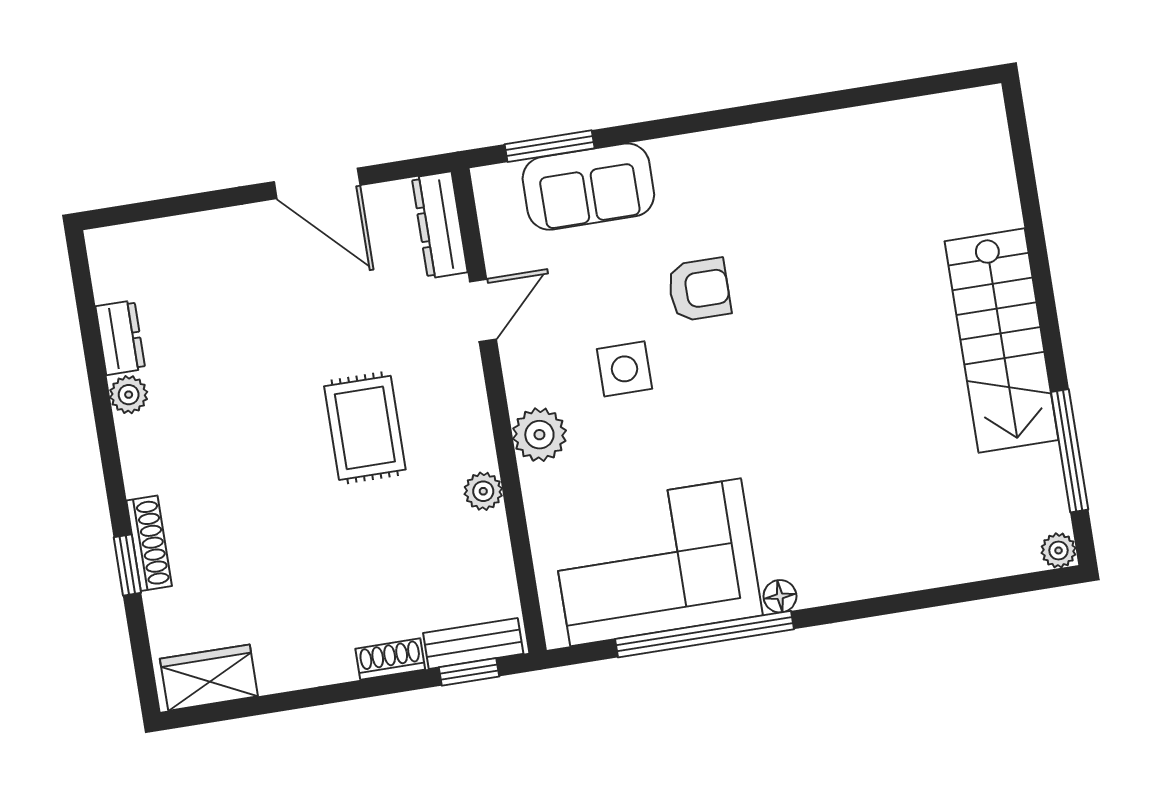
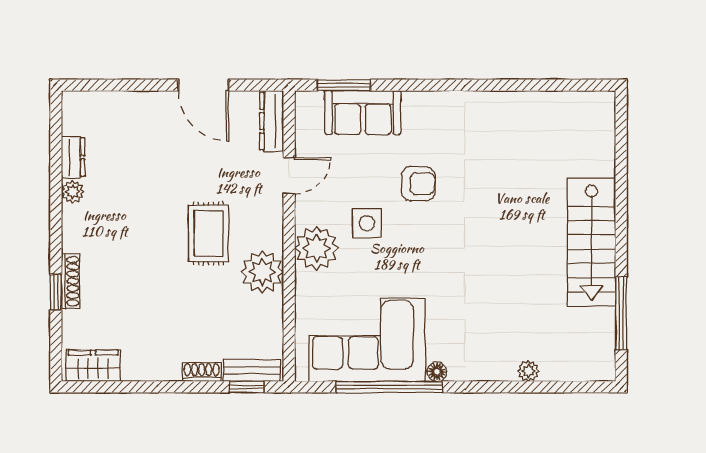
plant: (539, 435) -> (316, 248), width x1.36, depth x1.36
plant: (483, 491) -> (262, 272), width x1.88, depth x1.88
plant: (1059, 550) -> (528, 371), moved

